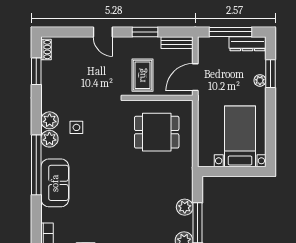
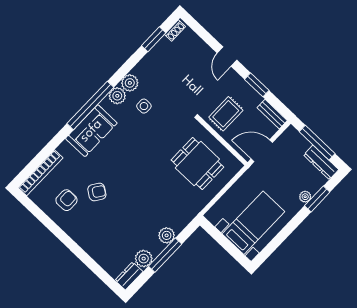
armchair: (102, 224) -> (97, 192), added

